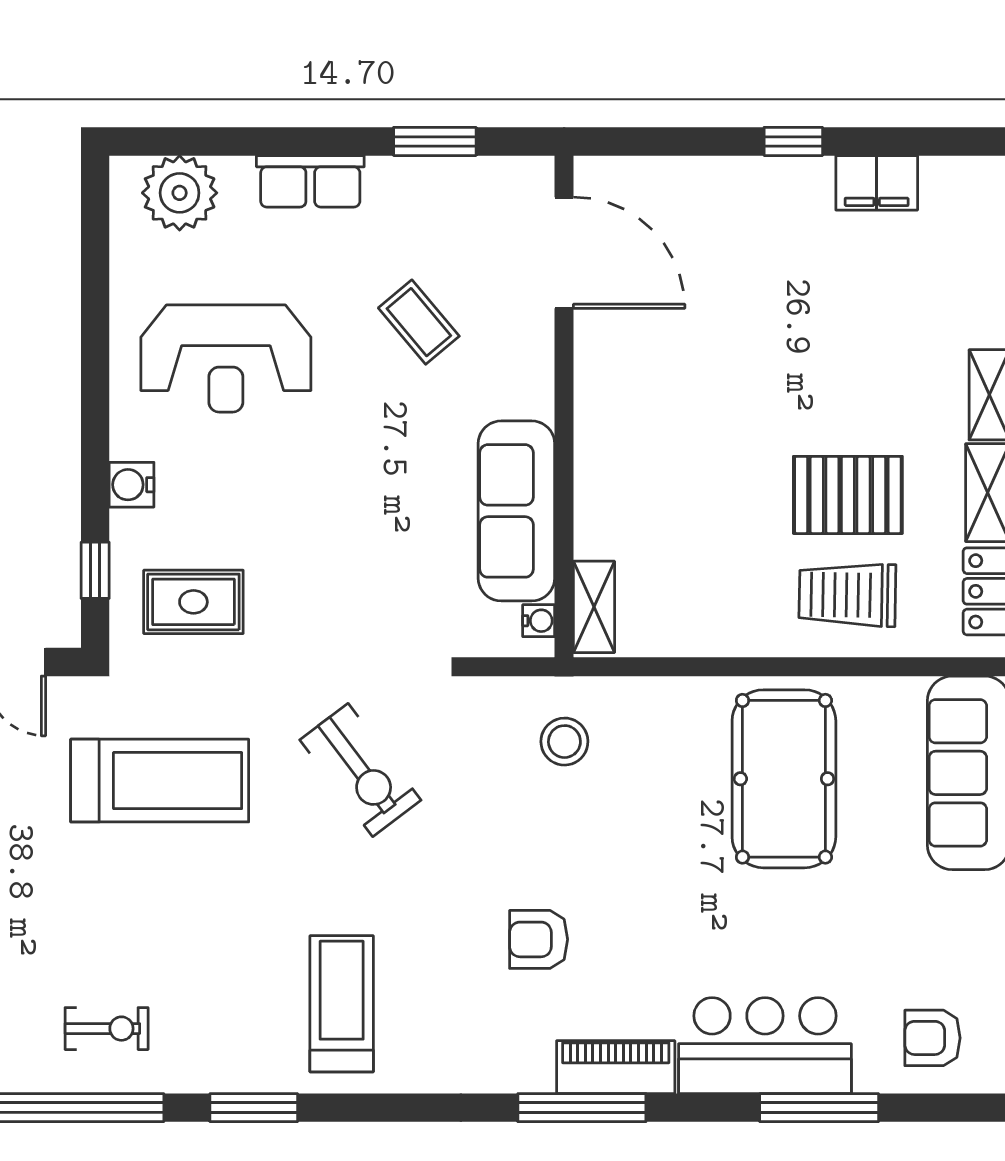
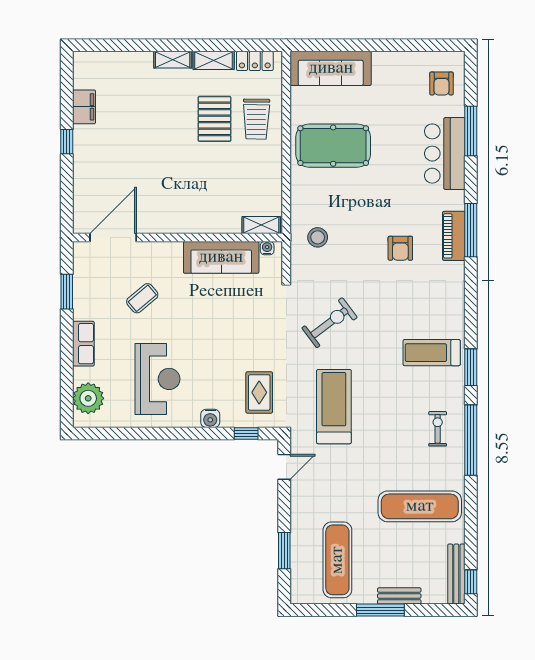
treadmill: (342, 1004) -> (432, 353), moved
piano: (616, 1067) -> (454, 236), moved

